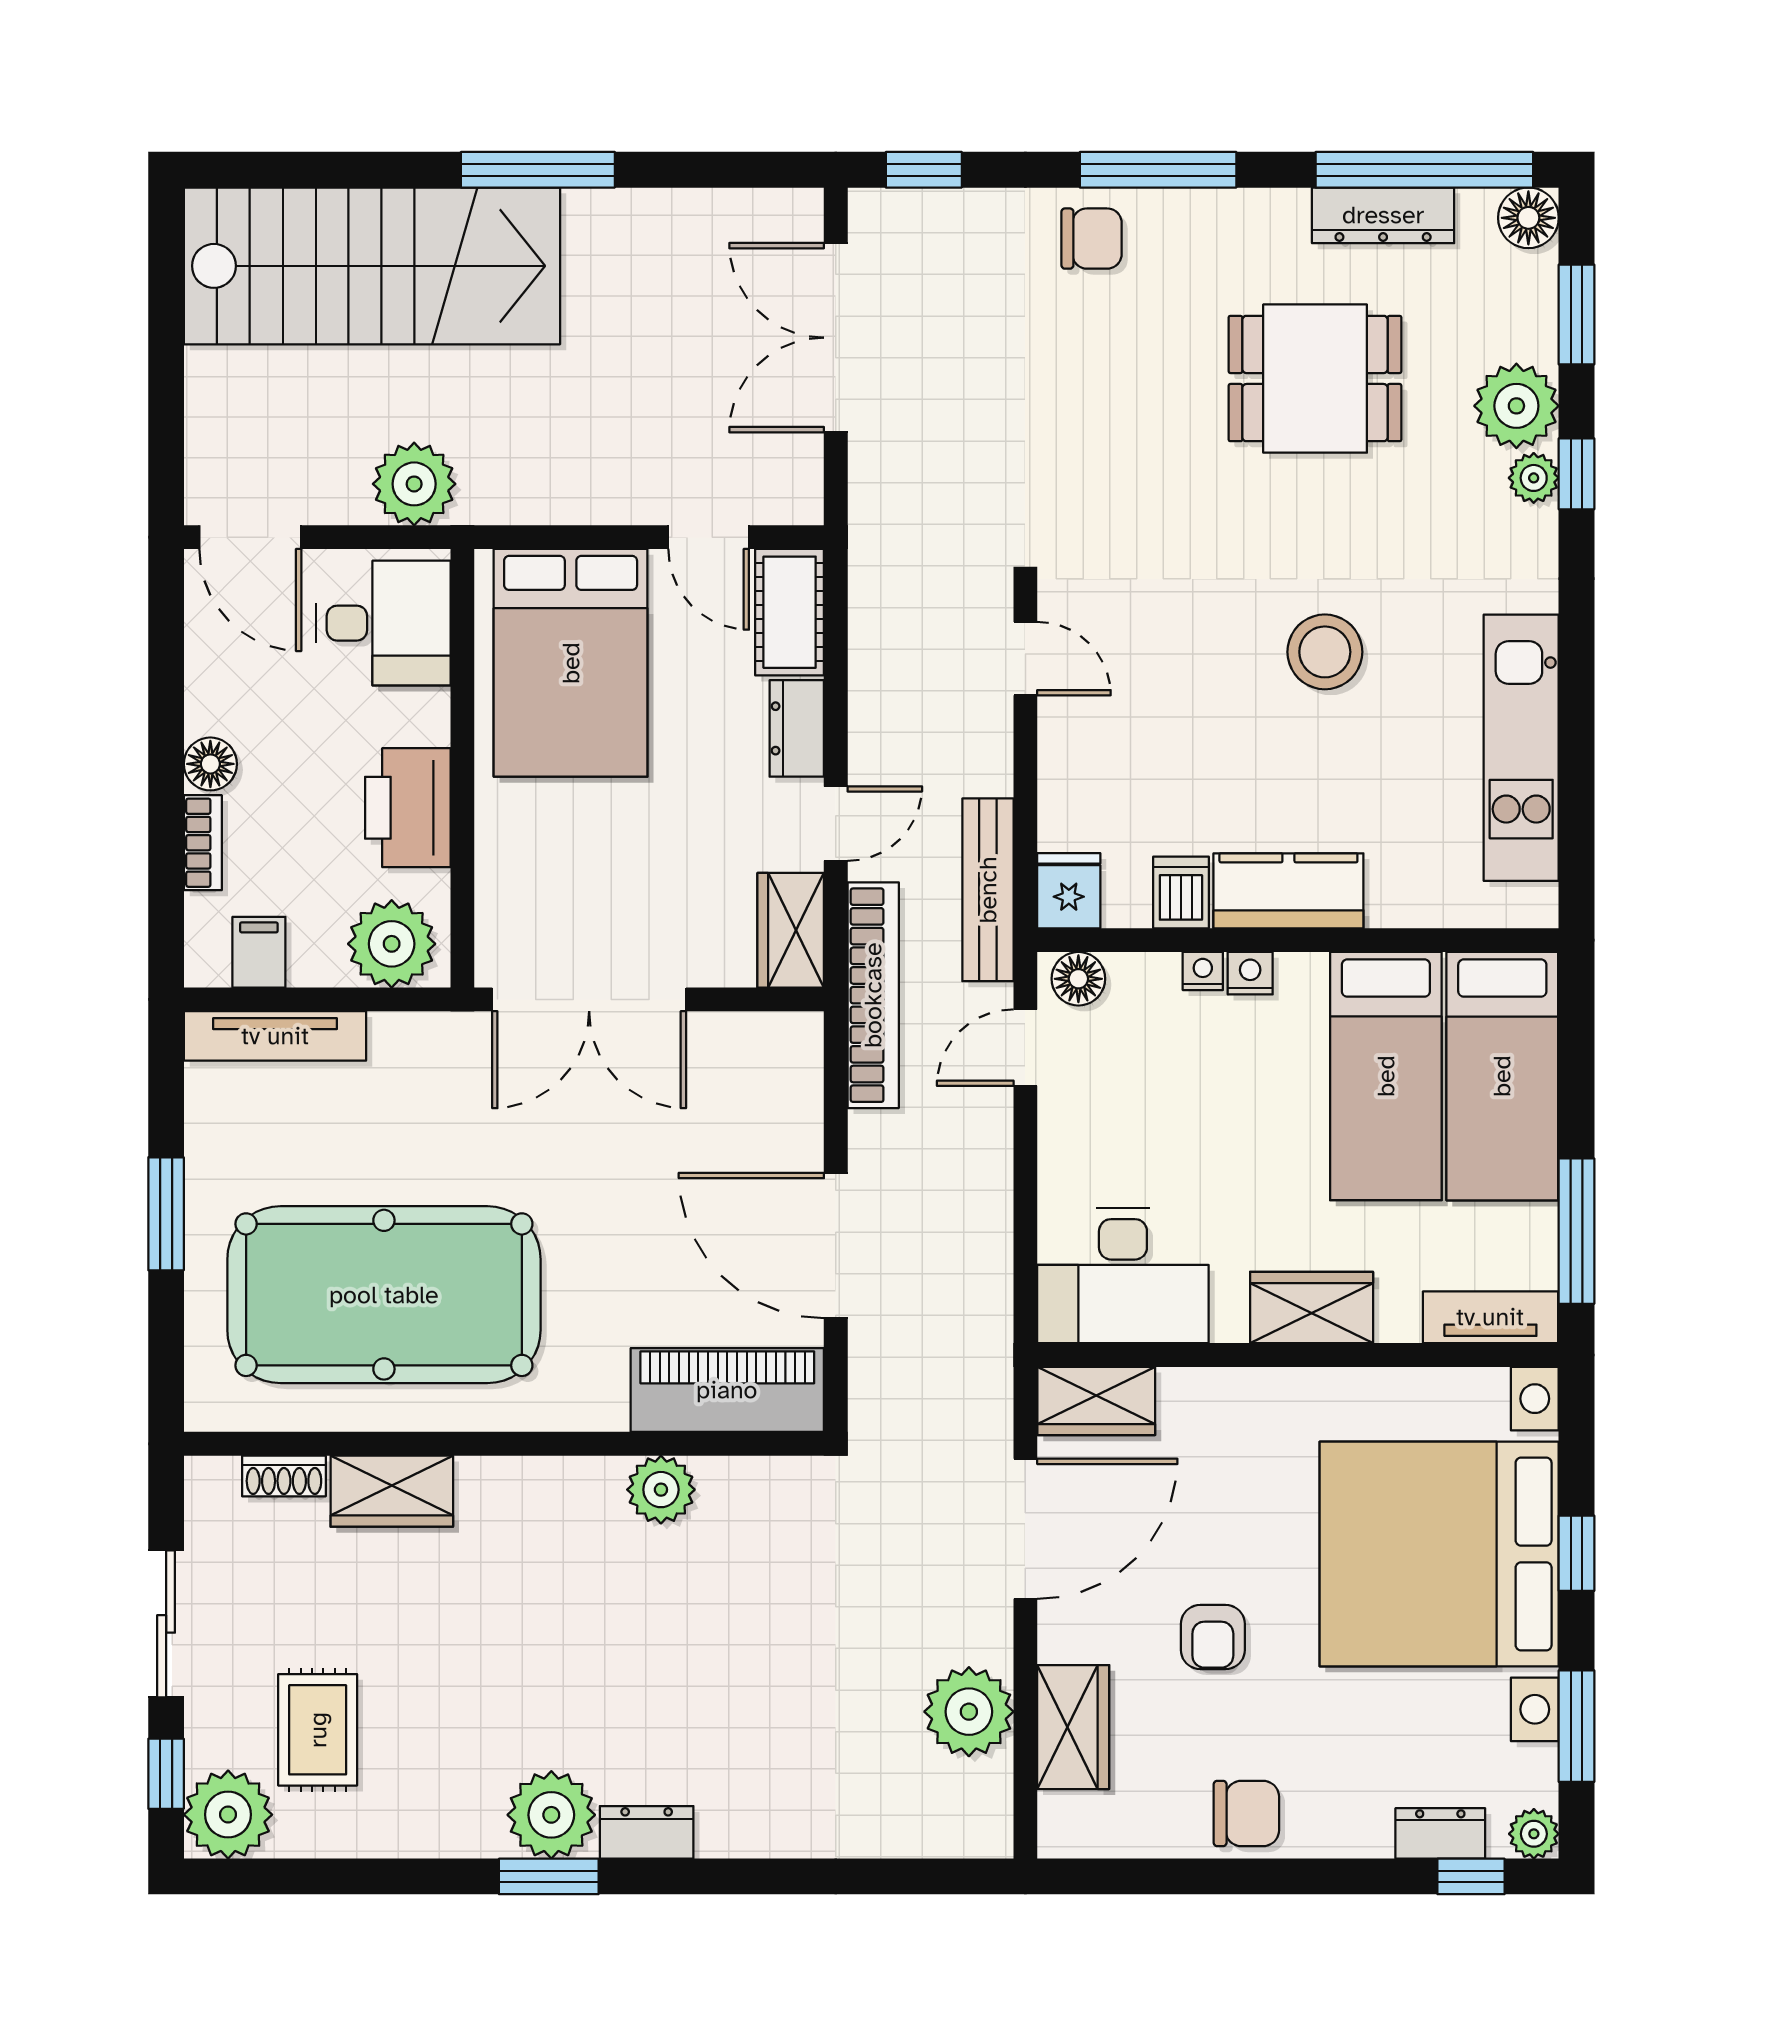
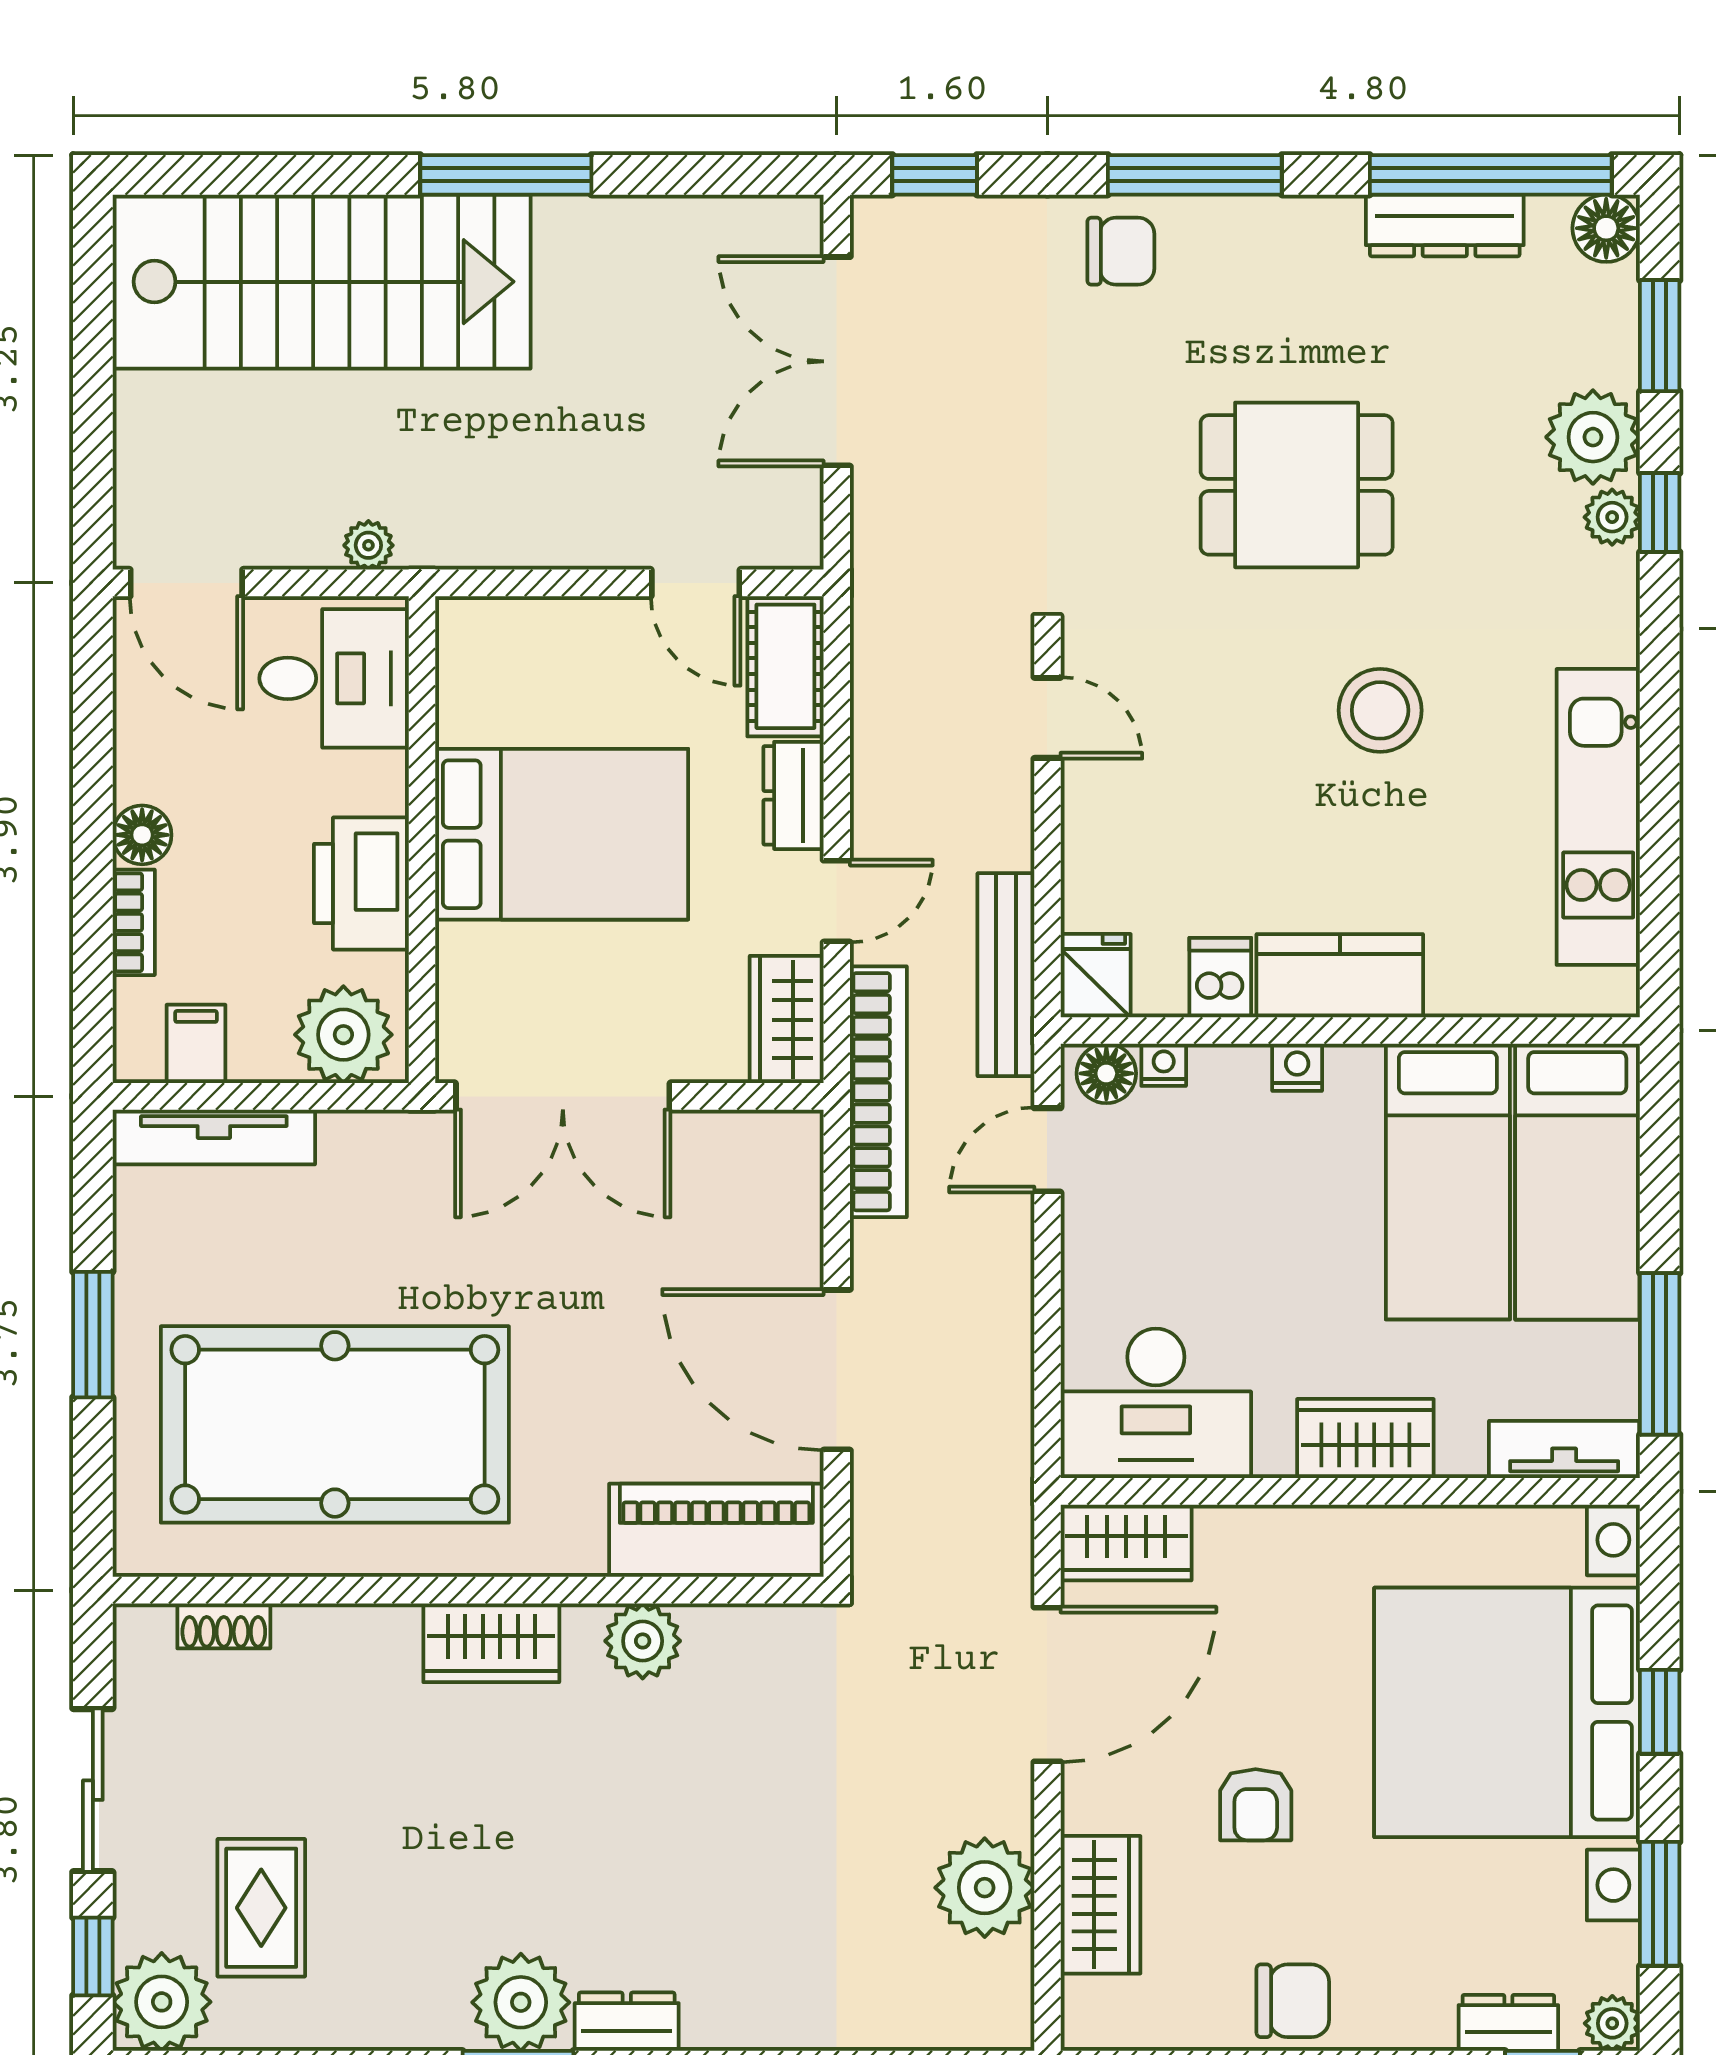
dining table: (1315, 379) -> (1297, 485), moved
plant: (414, 484) -> (368, 545), width x0.53, depth x0.53
bed: (571, 663) -> (562, 834), moved, turned -90
nightstand: (1203, 971) -> (1164, 1065), moved
wardrobe: (392, 1491) -> (491, 1643), moved

